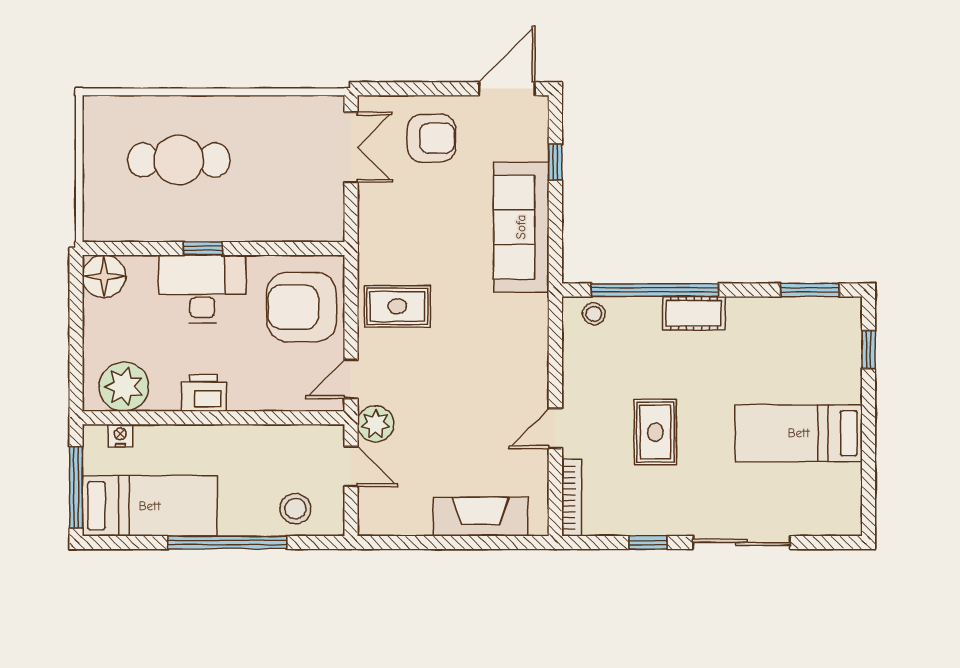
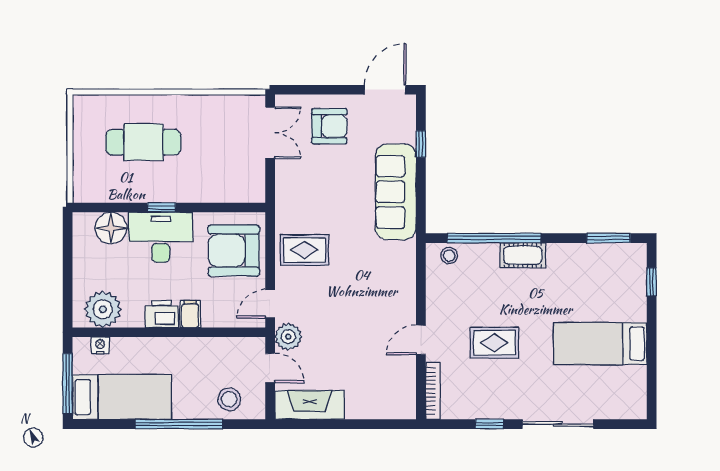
floor lamp: (104, 276) -> (111, 228), moved
filing cabinet: (242, 393) -> (190, 314), added
rug: (655, 432) -> (494, 343), turned 90
fireplace: (481, 517) -> (310, 405), moved

